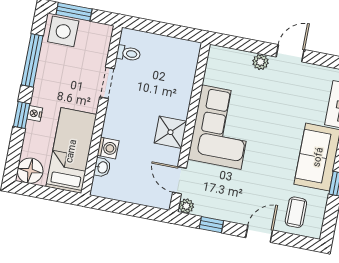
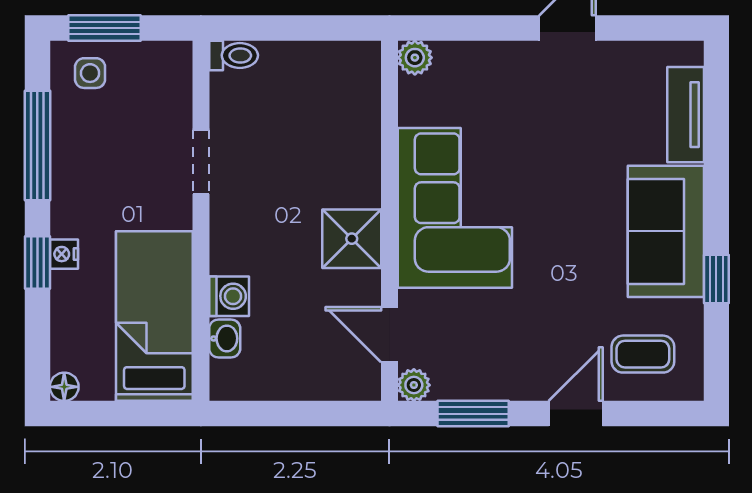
side table: (63, 31) -> (90, 73), width x0.54, depth x0.54
toilet: (128, 53) -> (234, 55), moved
plant: (261, 62) -> (415, 58), moved
floor lamp: (30, 171) -> (64, 387), width x0.53, depth x0.53
coffee table: (296, 212) -> (643, 354), turned 90
window: (211, 225) -> (473, 414), width x1.50

